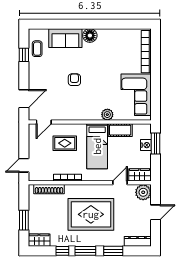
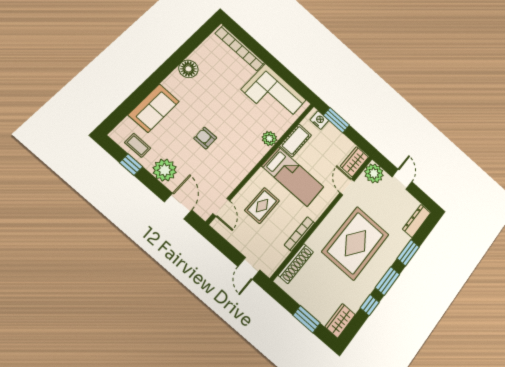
floor lamp: (90, 36) -> (188, 69), moved
plant: (37, 75) -> (165, 170), added
nightstand: (146, 145) -> (319, 120), moved

